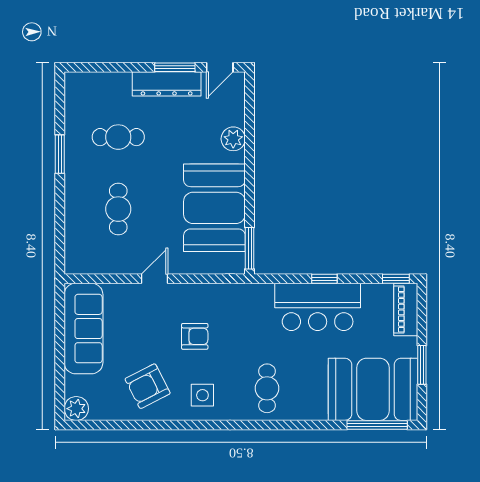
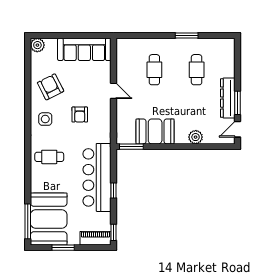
door: (220, 67) -> (237, 129), hinge flipped
booth: (214, 208) -> (155, 131), width x0.73, depth x0.70
cafe table: (118, 209) -> (154, 70), turned 90
bar counter: (318, 307) -> (97, 177), width x1.36

